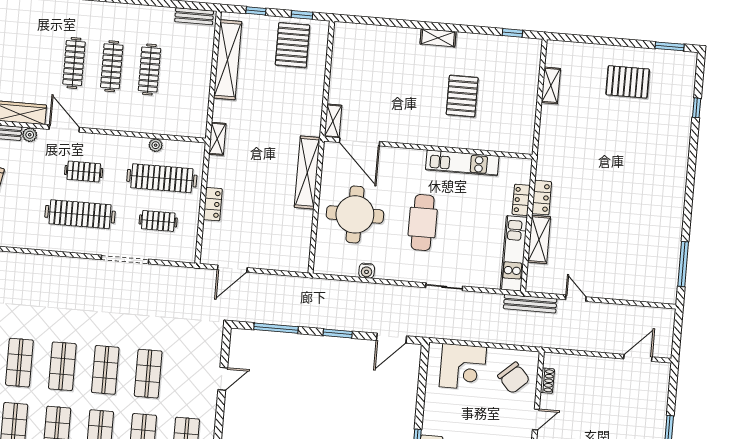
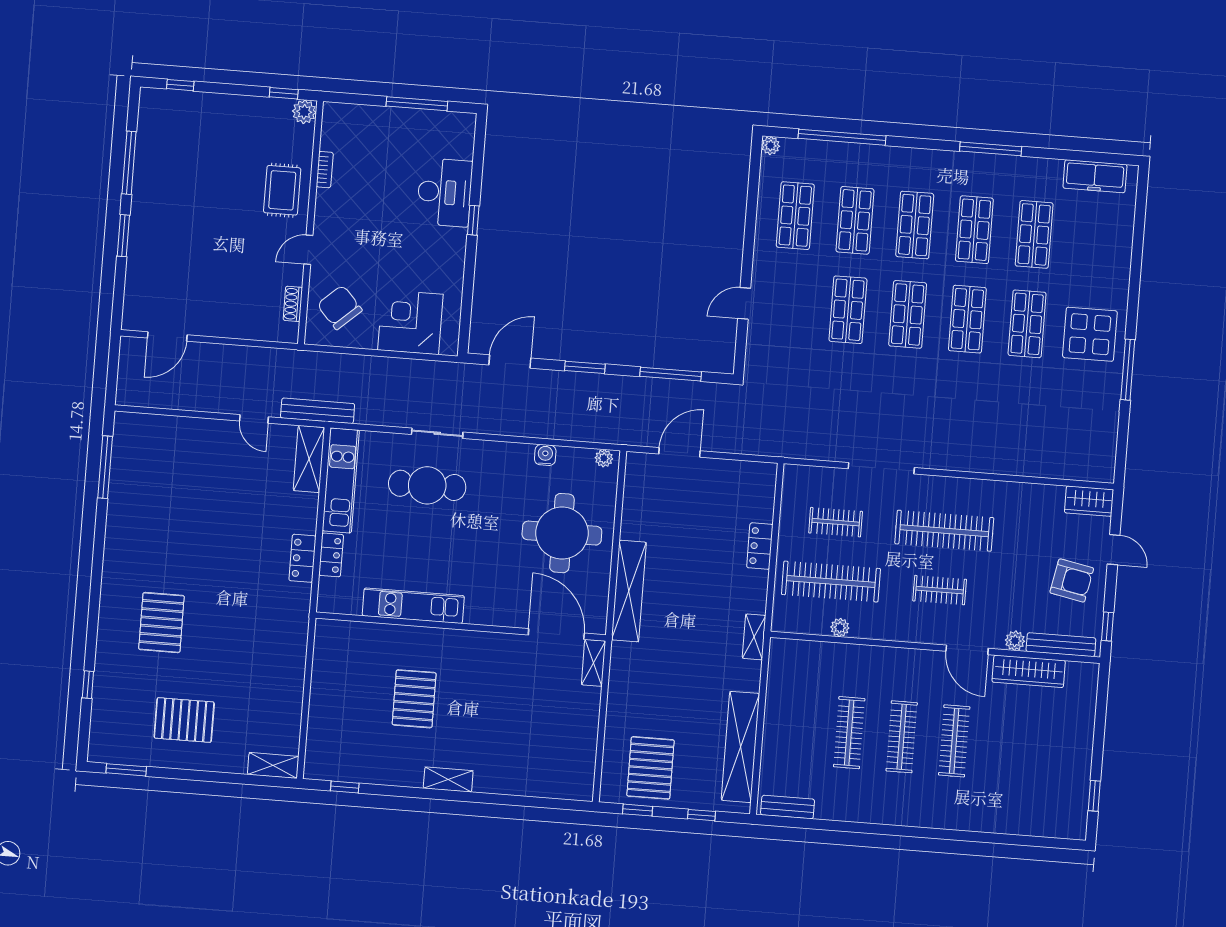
shelving: (551, 85) -> (273, 765), moved, turned 90
pallet: (643, 152) -> (161, 623), added
cafe table: (423, 222) -> (427, 485), moved, turned 90
shelving: (539, 239) -> (309, 459), moved
plant: (324, 268) -> (604, 458), added
door: (232, 269) -> (680, 452), moved

